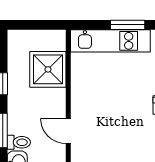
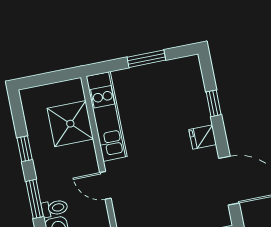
kitchen unit: (110, 41) -> (107, 116), moved, turned -90

